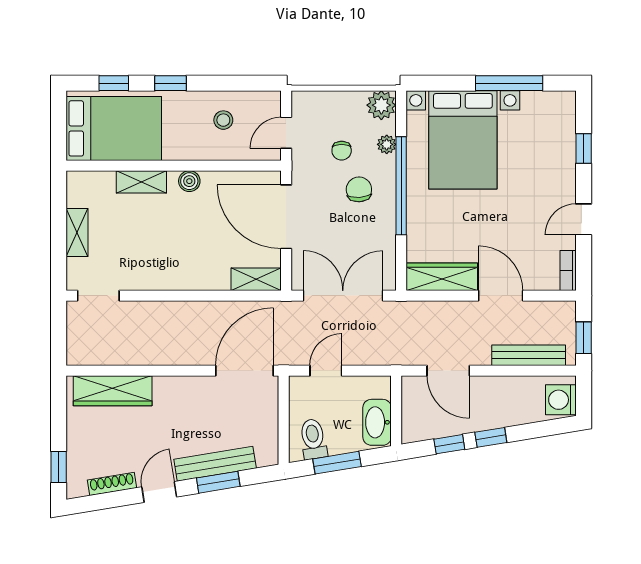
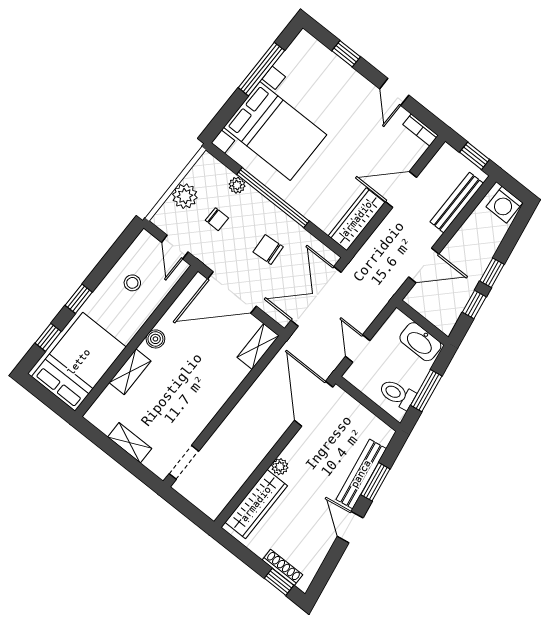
plant: (381, 105) -> (185, 196), moved
chair: (359, 189) -> (268, 249), moved
plant: (164, 385) -> (280, 467), added
shoe rack: (112, 484) -> (282, 567), moved, turned 99

